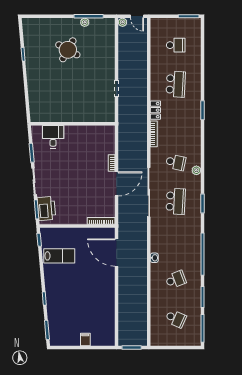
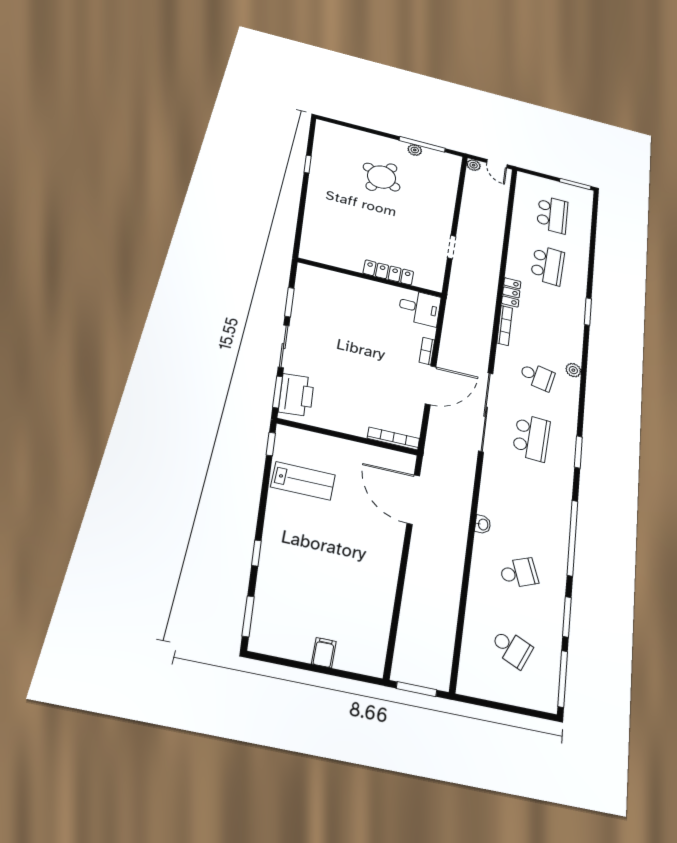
school desk: (176, 45) -> (552, 215), width x1.85
locker: (82, 117) -> (388, 272), added
desk: (53, 137) -> (419, 308), moved, turned 90
plant: (196, 170) -> (573, 370), moved

